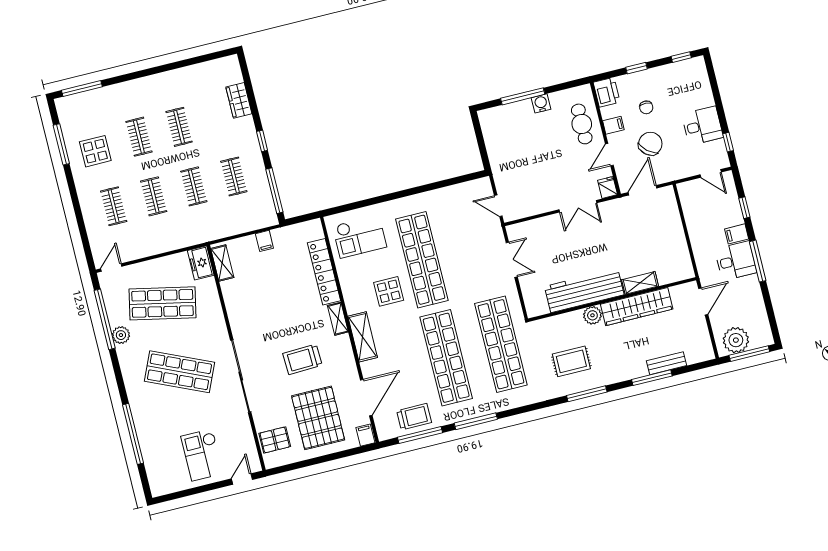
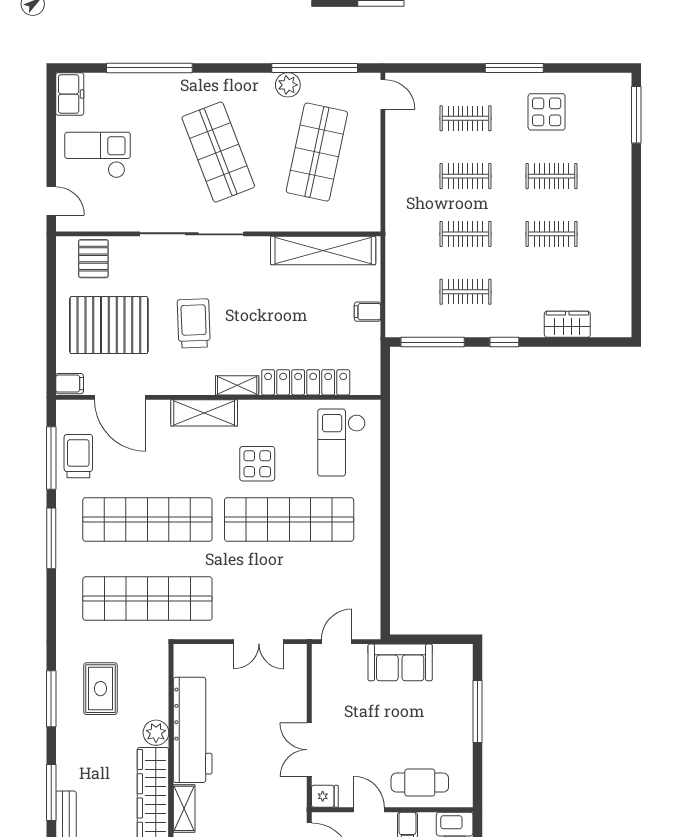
water cooler: (541, 103) -> (461, 734), removed
window: (61, 144) -> (514, 68), moved
sofa: (502, 158) -> (400, 662), added
freezer: (201, 263) -> (70, 94), moved, turned 90
shelving: (222, 263) -> (323, 250), width x2.20, depth x1.33
shop shelf: (179, 372) -> (218, 152), turned -45
trolley: (414, 417) -> (78, 456), turned 180

